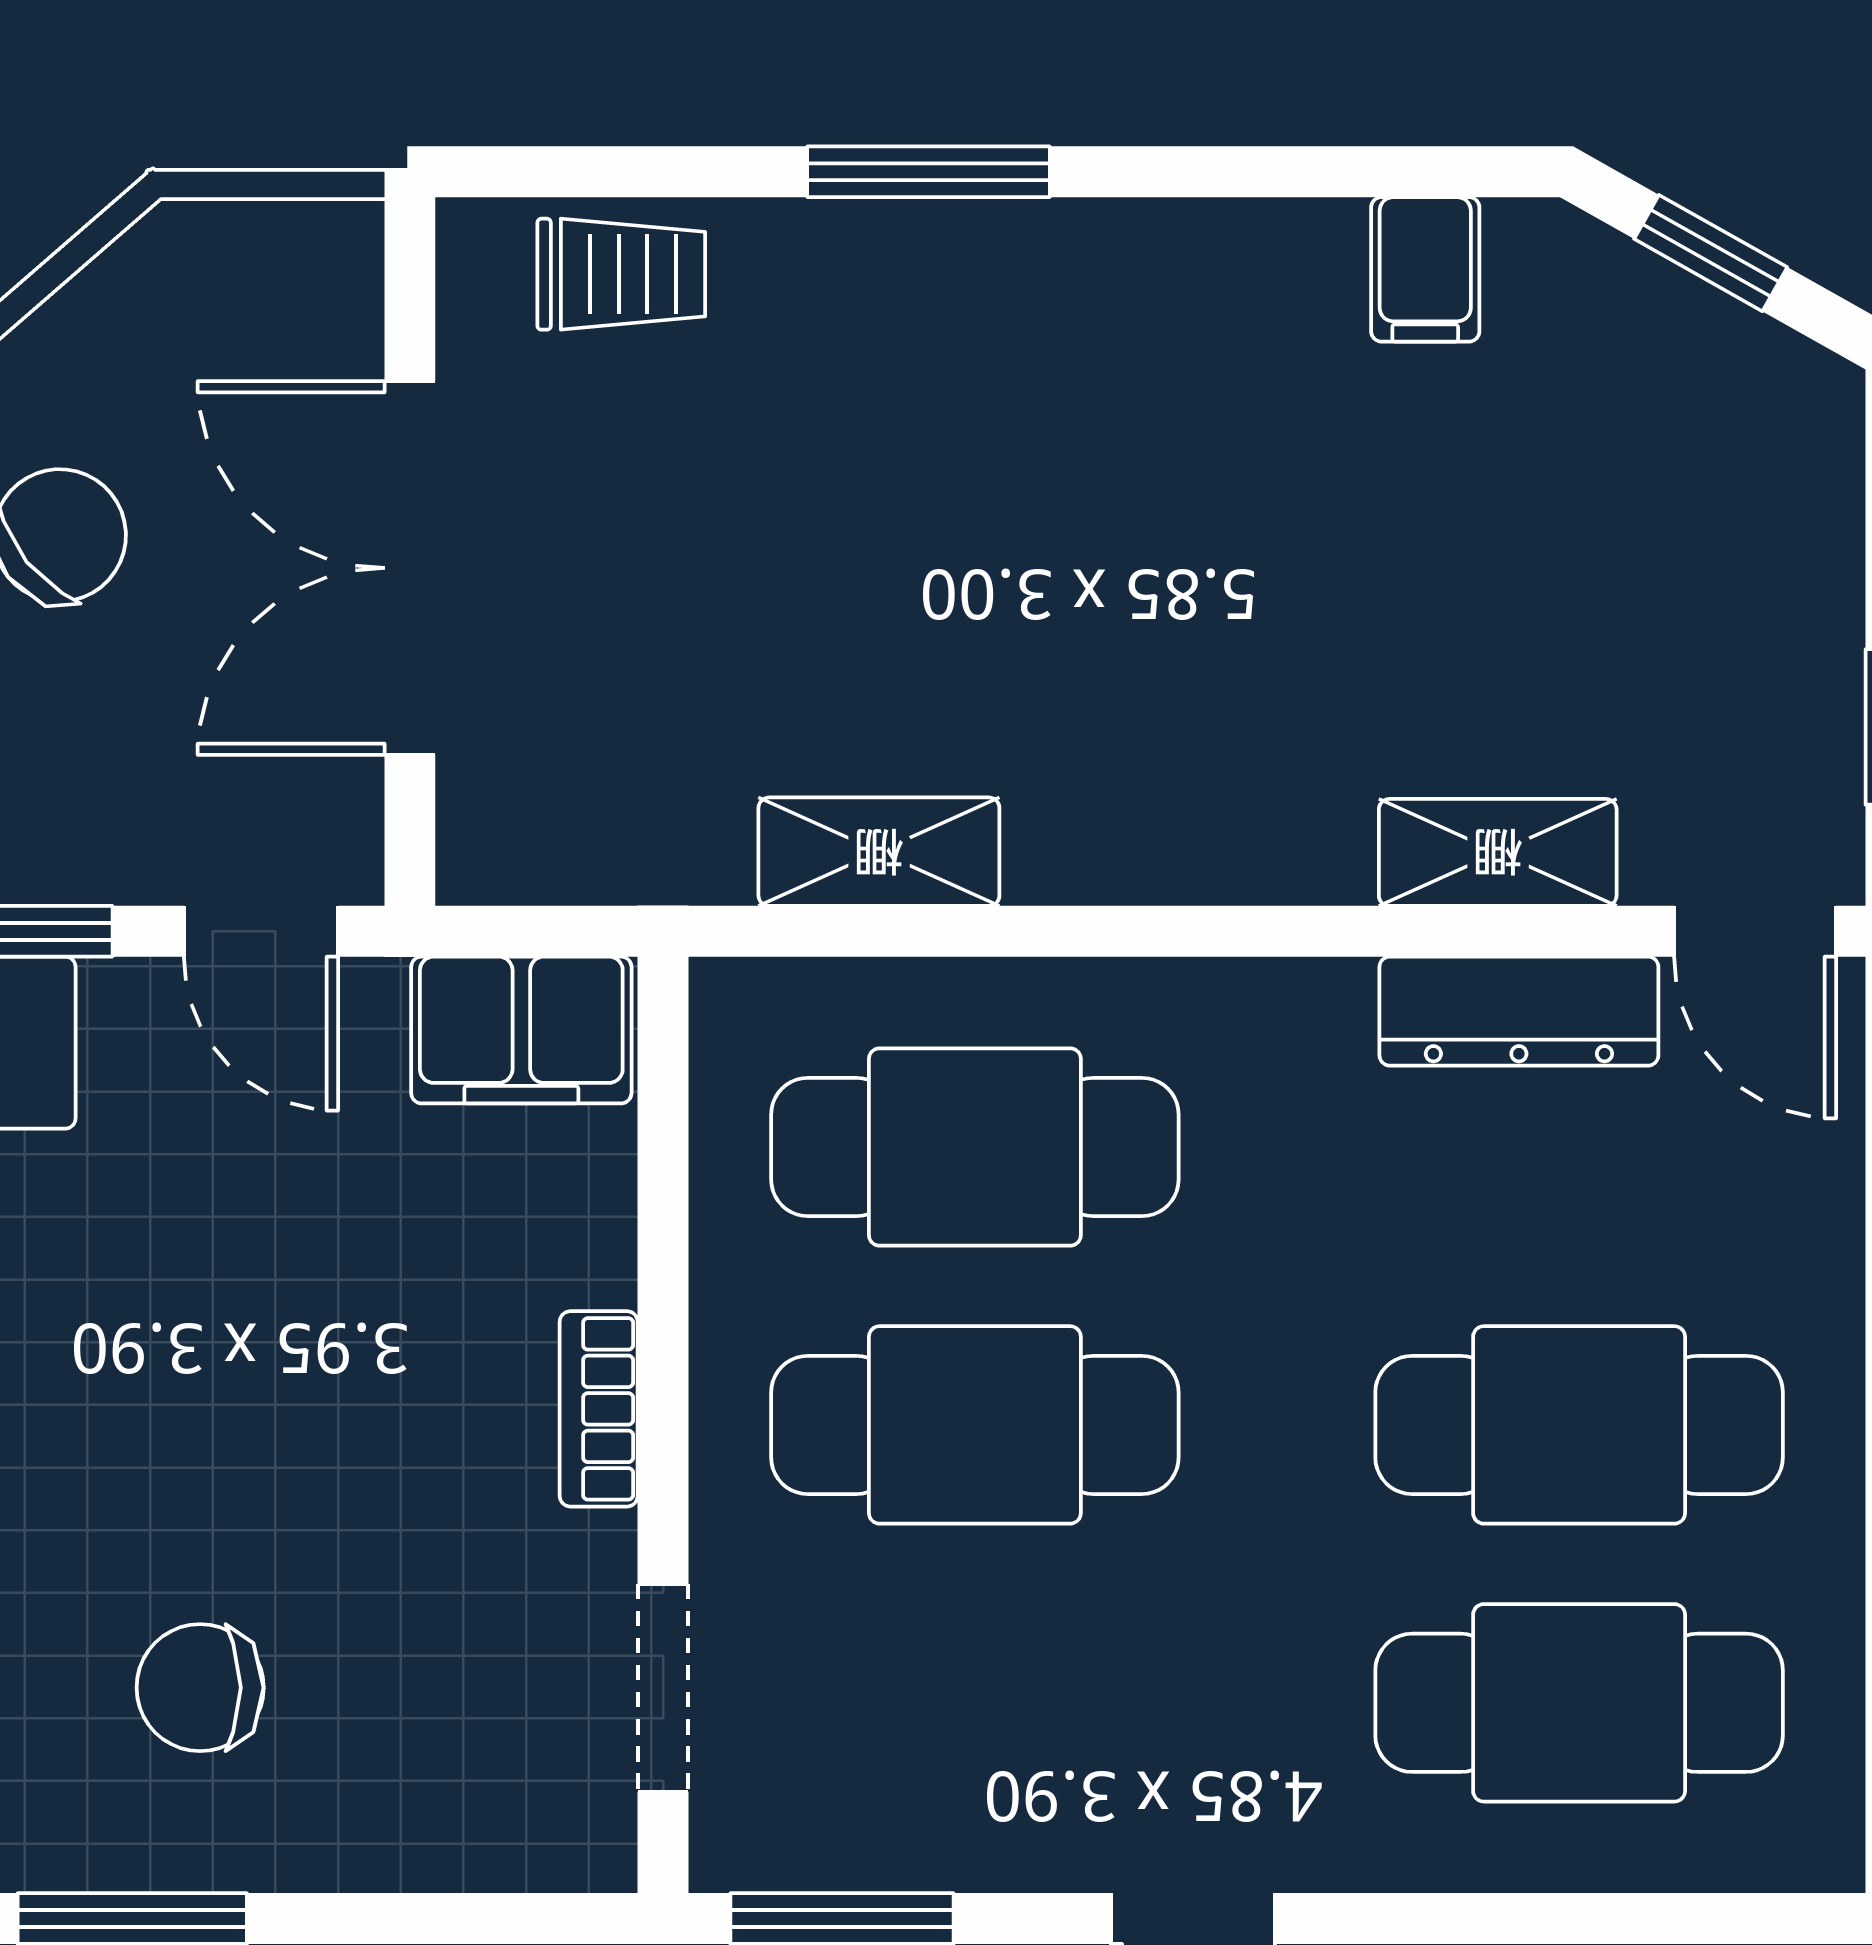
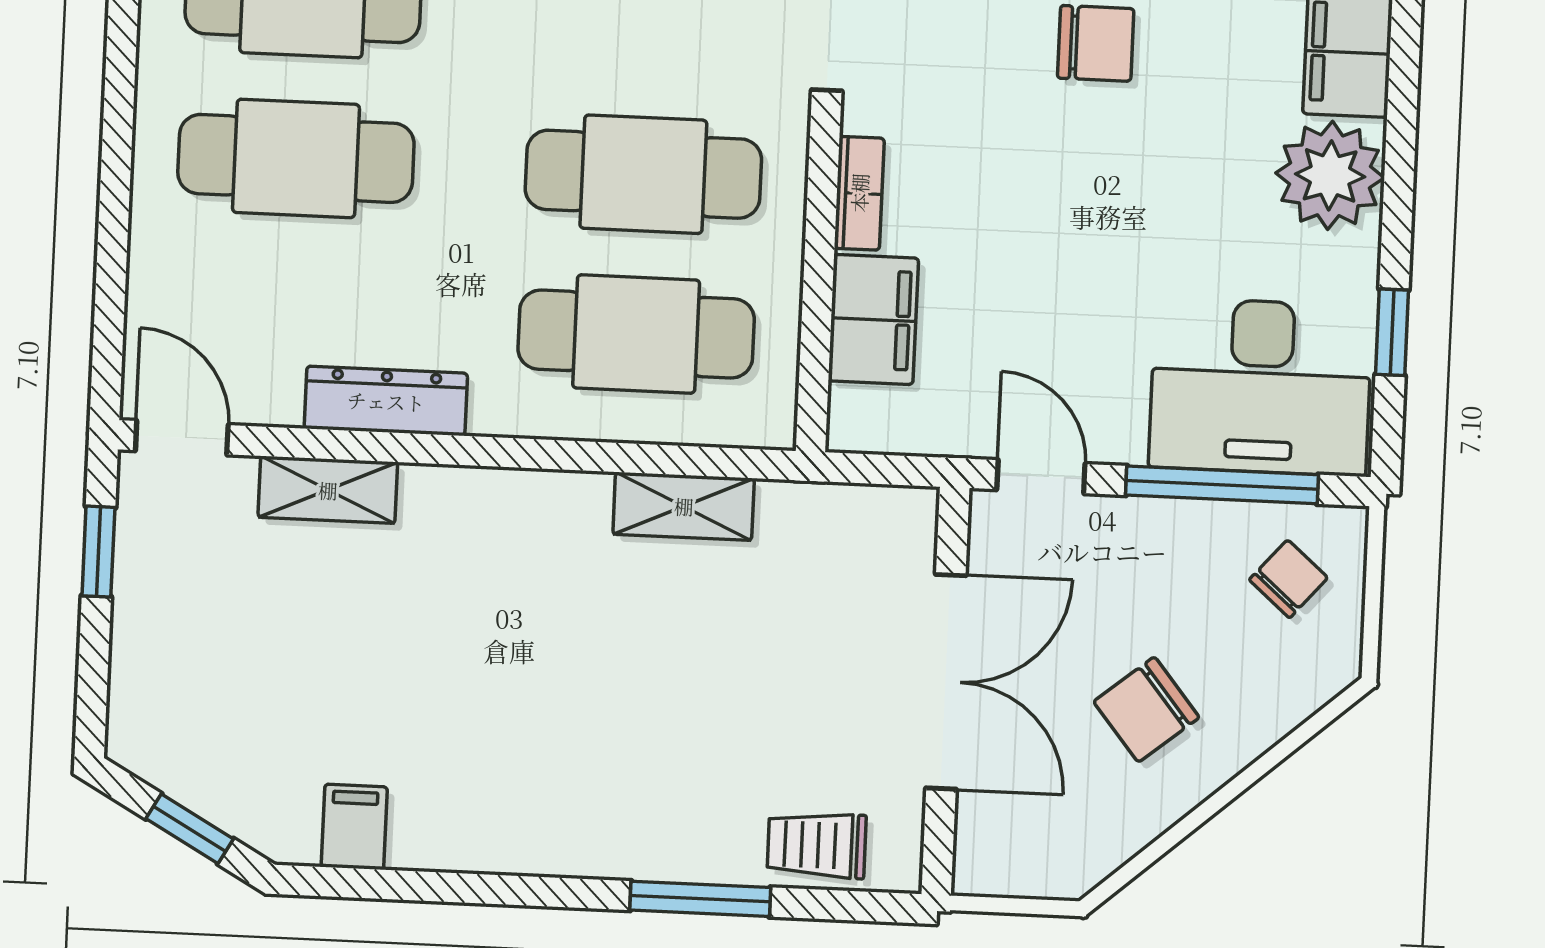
window: (928, 172) -> (700, 899), moved
dresser: (1519, 1011) -> (386, 401), moved
filing cabinet: (521, 1030) -> (873, 319), moved, turned 90

